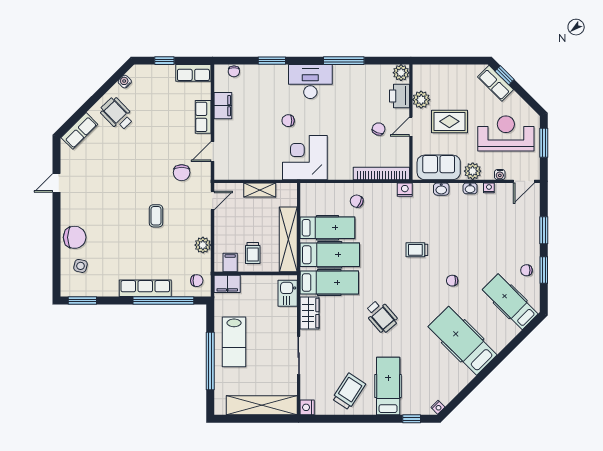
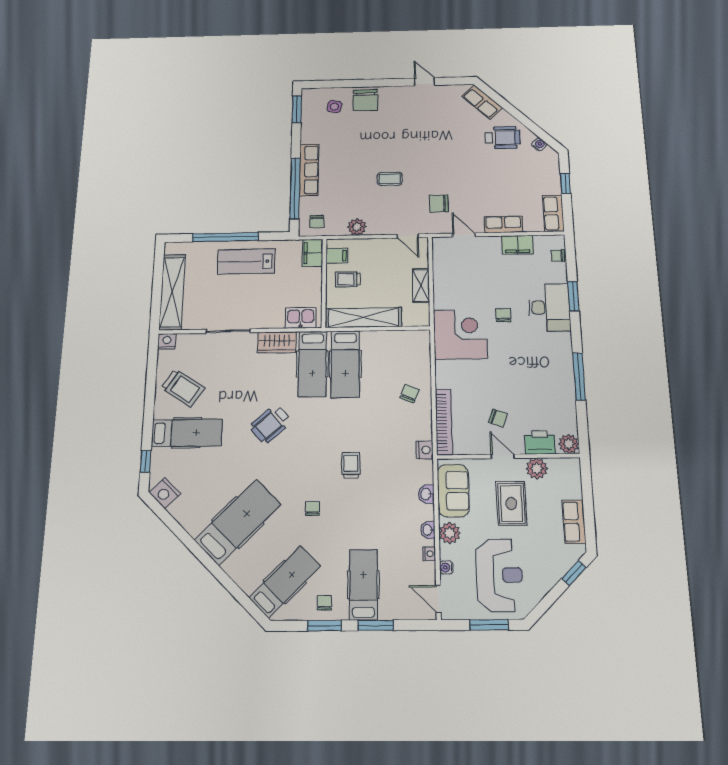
desk: (310, 82) -> (549, 307), moved
row of seats: (495, 83) -> (574, 522), moved, turned -45
wheelchair: (117, 114) -> (503, 138), turned 44
hospital bed: (327, 228) -> (363, 585), moved, turned 180
nightstand: (438, 407) -> (165, 493), width x1.89, depth x1.79

